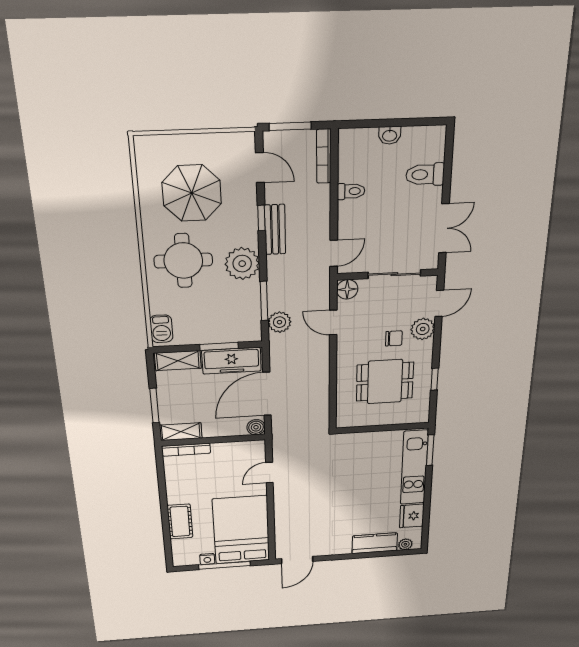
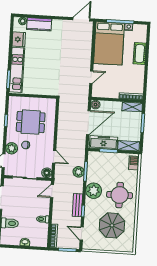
plant: (280, 322) -> (79, 172), moved

